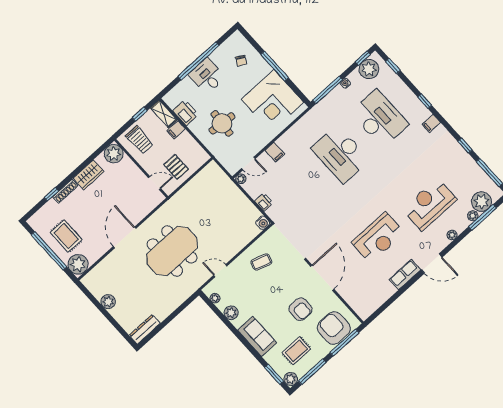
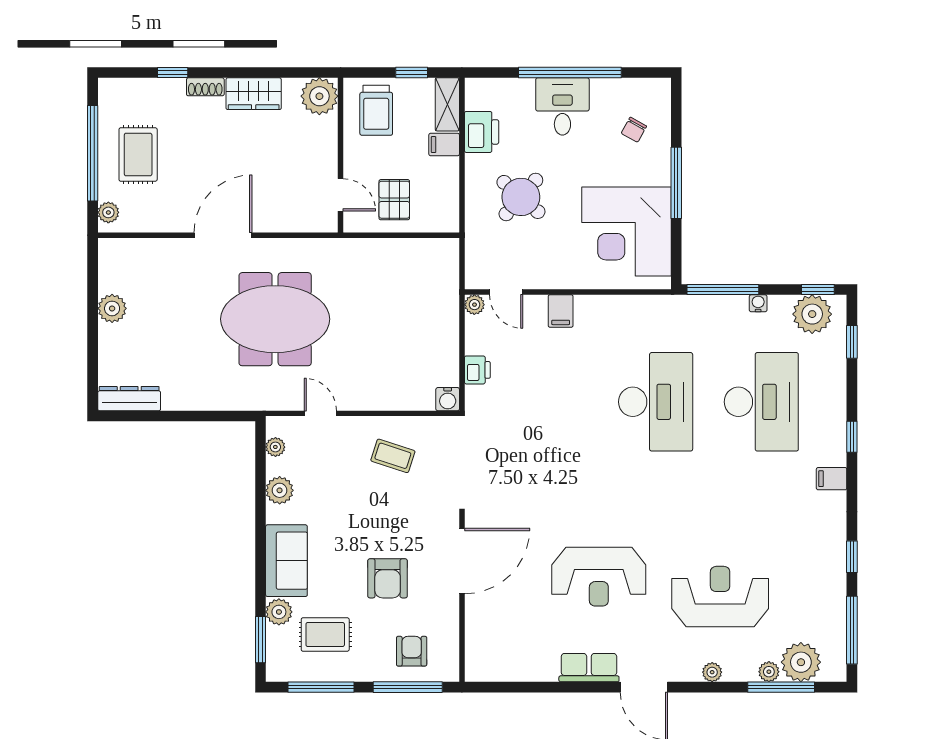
round table: (222, 123) -> (521, 197), turned 36
desk: (340, 154) -> (656, 402), turned 180
shoe rack: (65, 191) -> (205, 87), width x0.70
plant: (78, 264) -> (108, 212), width x0.53, depth x0.53
armchair: (334, 328) -> (412, 651), width x0.53, depth x0.53
plant: (291, 379) -> (279, 612), moved

